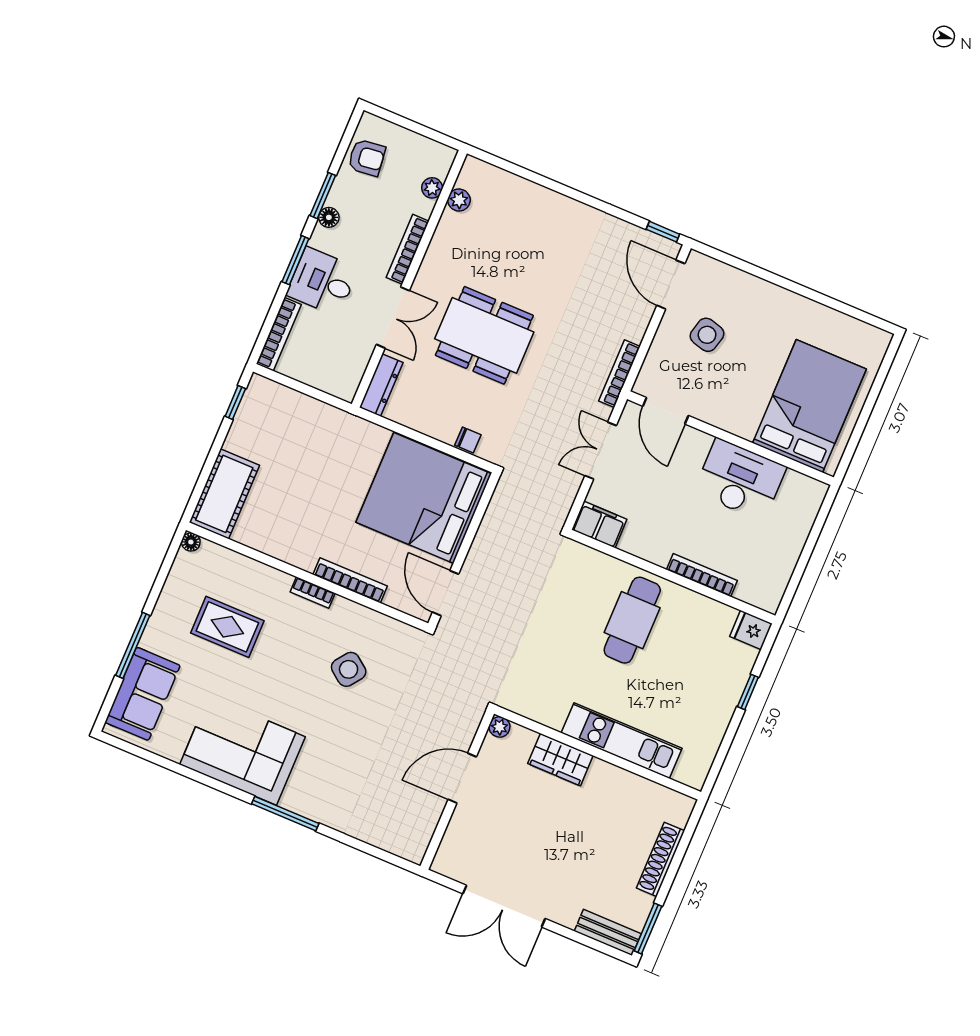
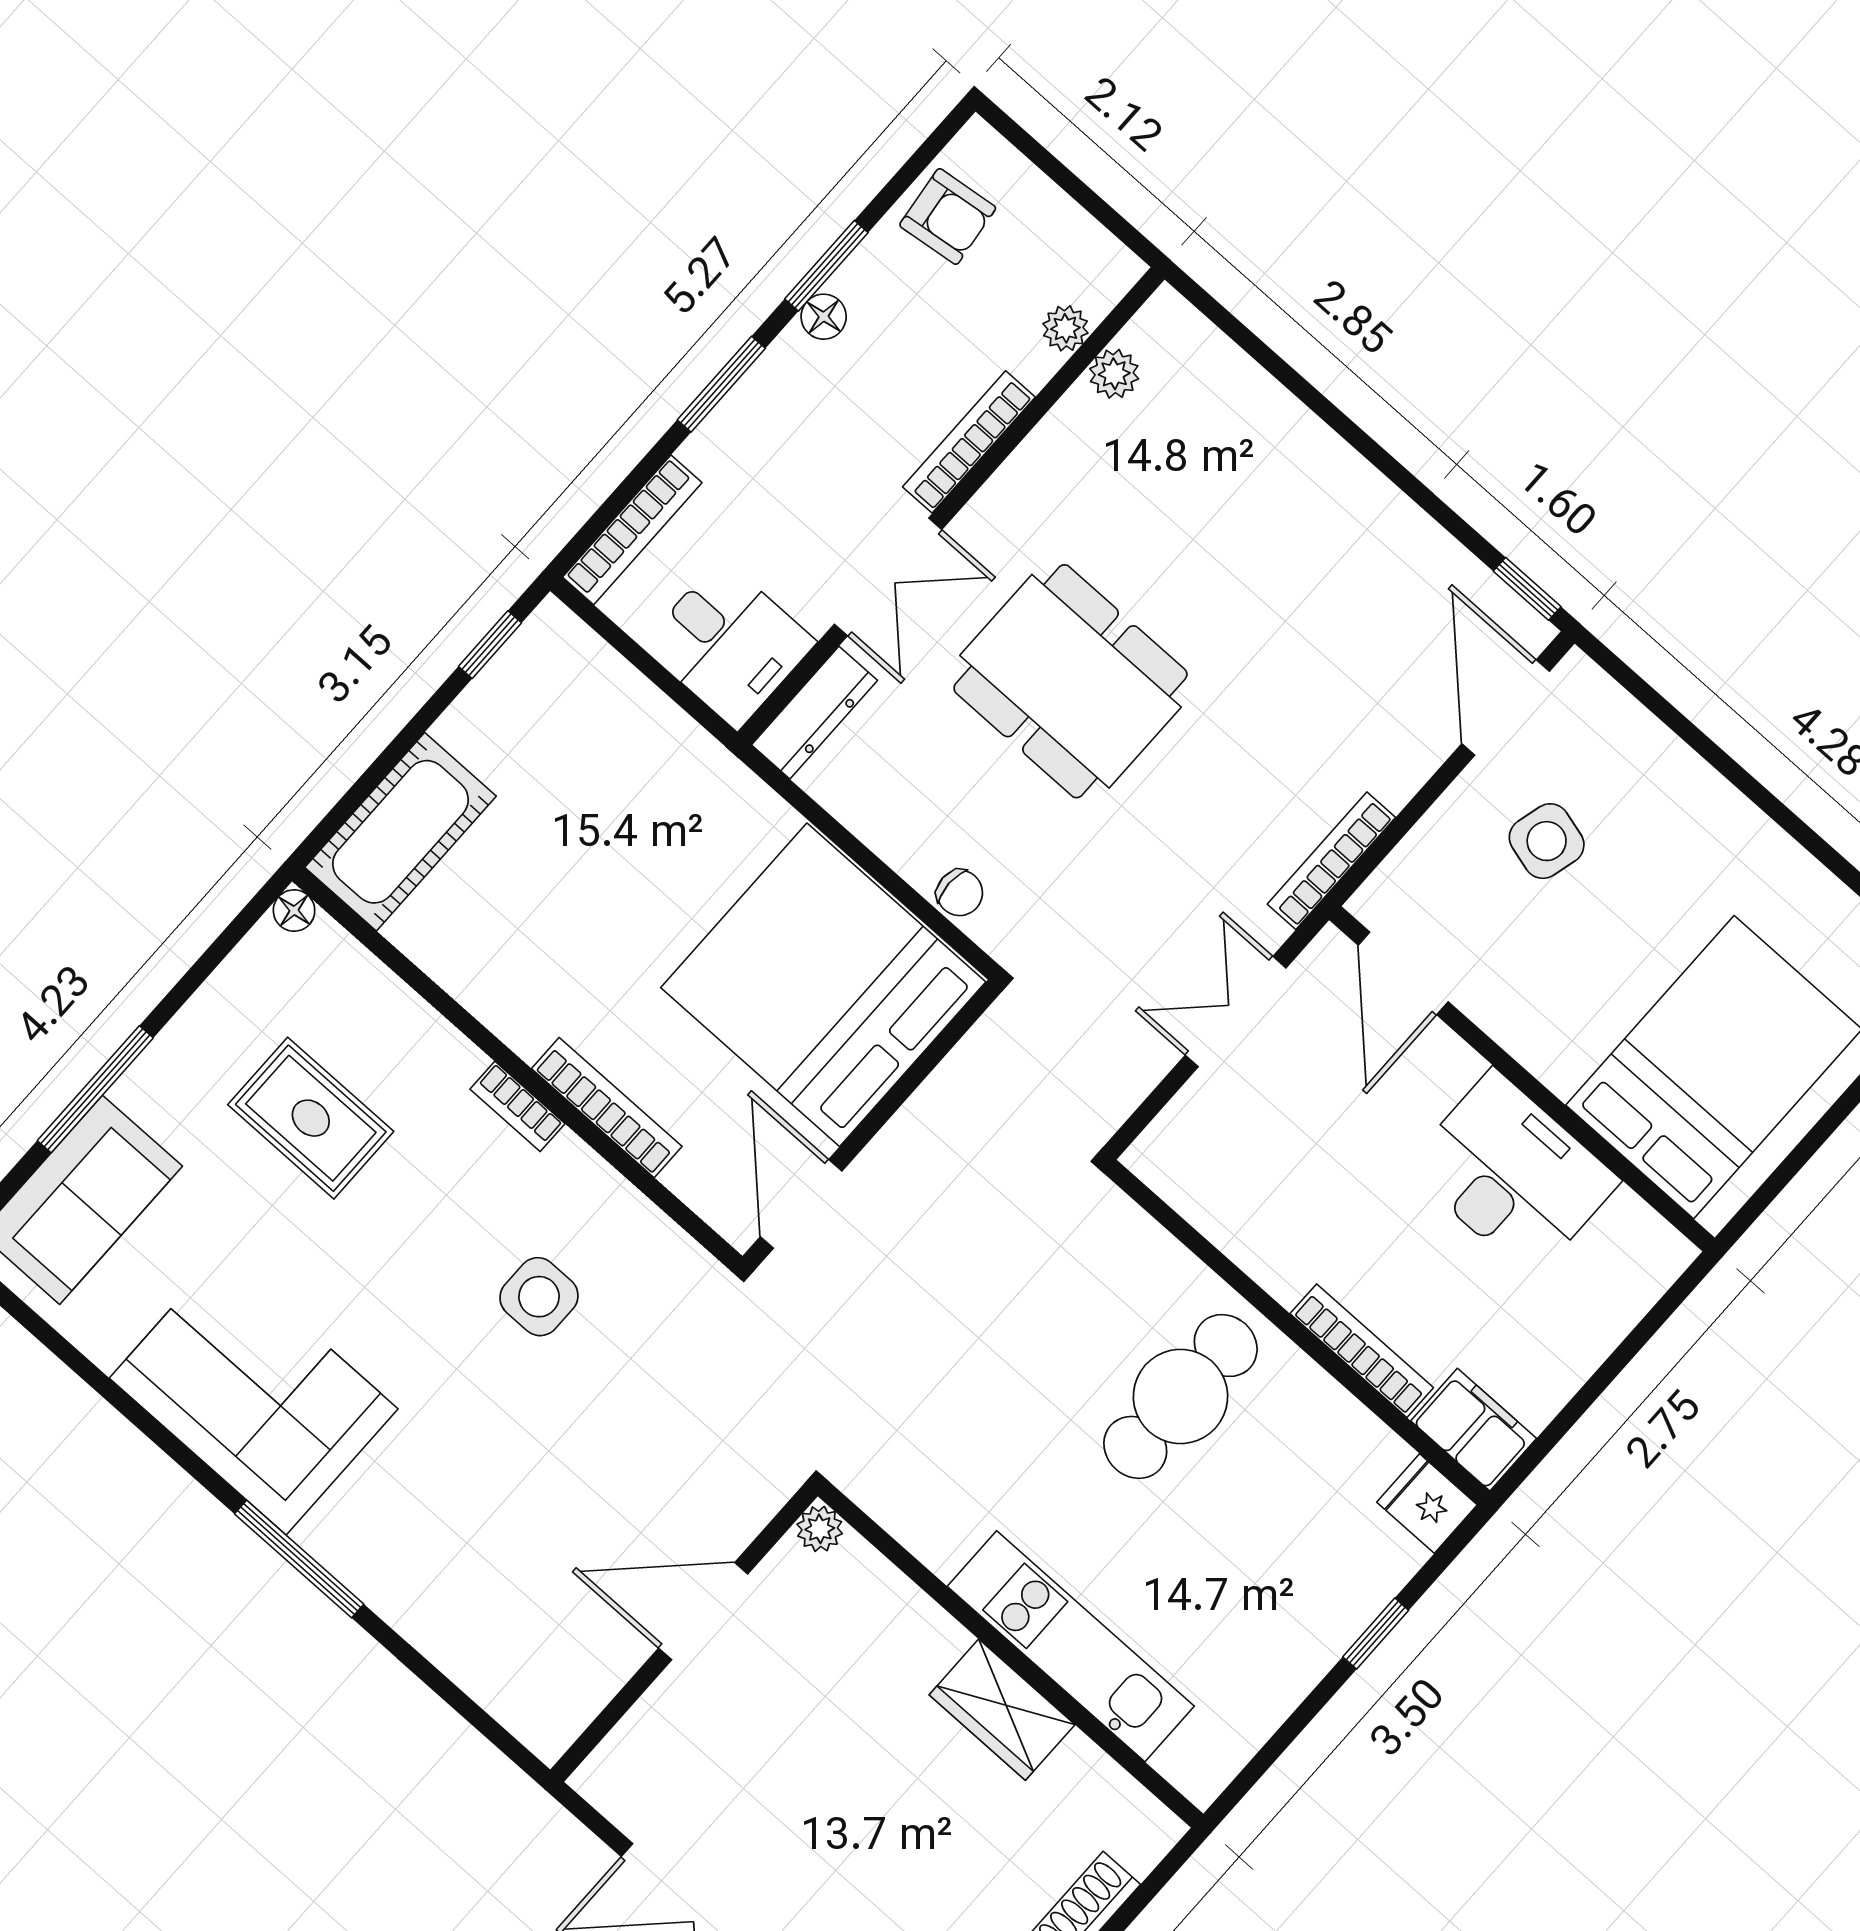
desk: (322, 282) -> (729, 644), moved, turned 180
filing cabinet: (599, 524) -> (1474, 1430), moved
side table: (349, 669) -> (539, 1297), turned -37
wardrobe: (560, 760) -> (1002, 1710), moved

